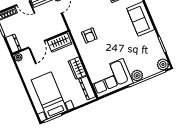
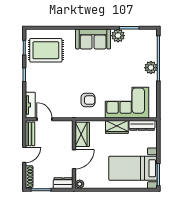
door: (37, 44) -> (74, 159), hinge flipped
plant: (163, 64) -> (118, 36), moved
corner sofa: (111, 78) -> (127, 103), moved, turned 90

